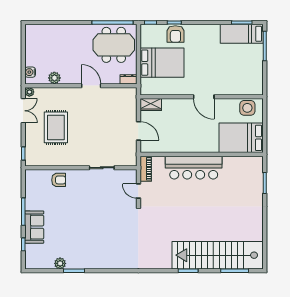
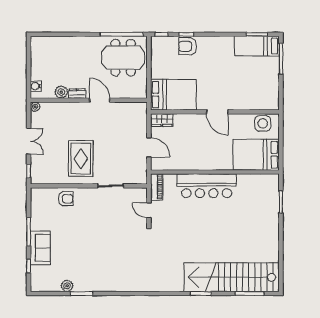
armchair: (175, 34) -> (188, 46), turned 90
bed: (162, 63) -> (174, 95), moved
dresser: (129, 79) -> (77, 94), moved
double door: (23, 111) -> (29, 141), moved
rug: (56, 127) -> (81, 159), moved

